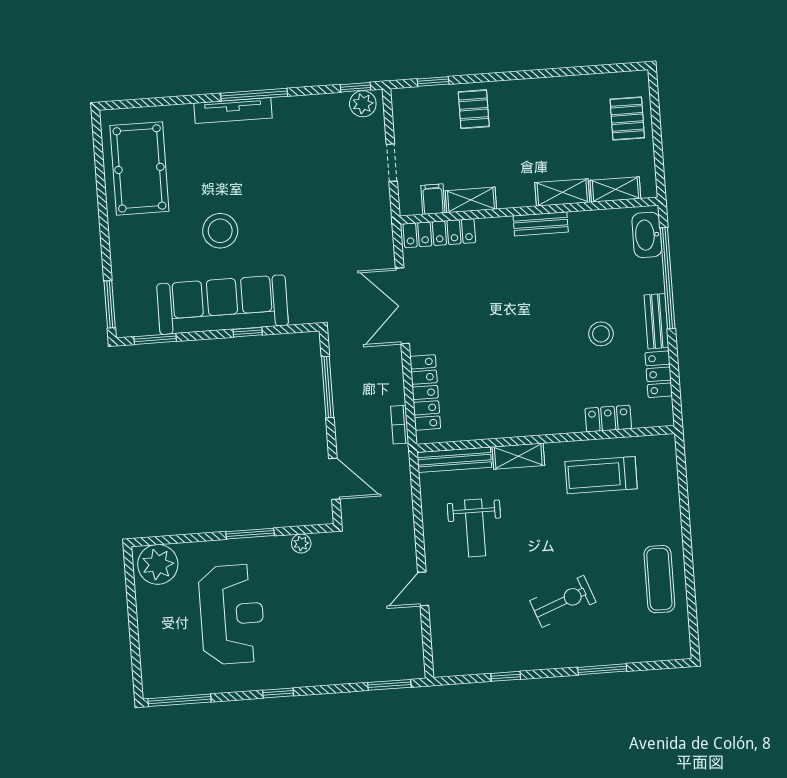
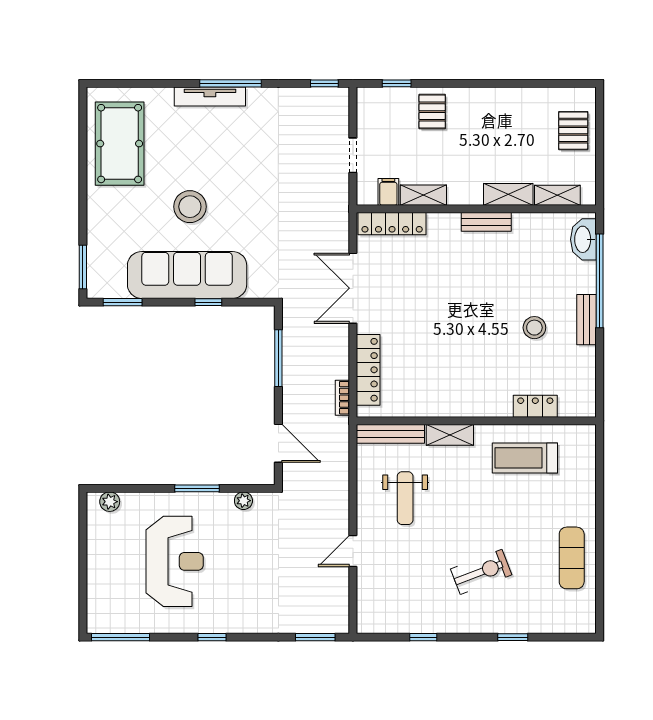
plant: (363, 104) -> (330, 99), removed
locker: (659, 374) -> (585, 369), removed
plant: (158, 564) -> (110, 502), width x0.53, depth x0.53
window: (602, 669) -> (513, 637), width x0.67

